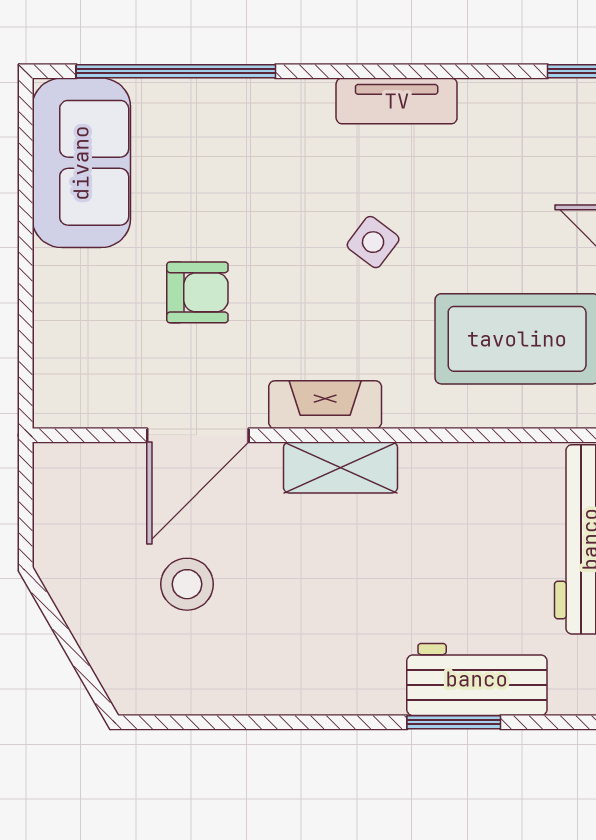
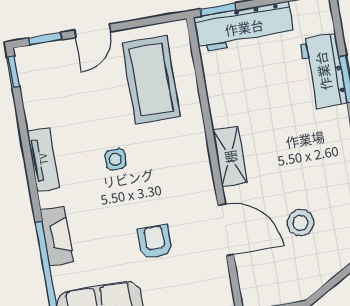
side table: (373, 242) -> (115, 159), turned -37
fireplace: (325, 405) -> (57, 236), moved, turned 180

